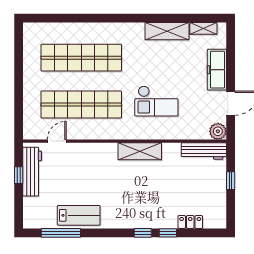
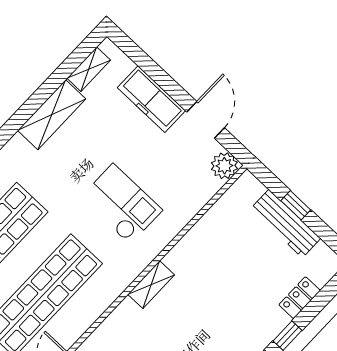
checkout: (156, 101) -> (121, 204), turned -90
shelving: (140, 151) -> (151, 285), width x0.67, depth x0.75
workbench: (204, 151) -> (286, 224), moved, turned 90

